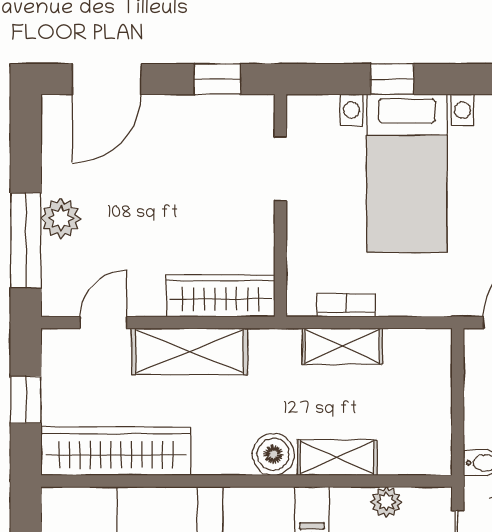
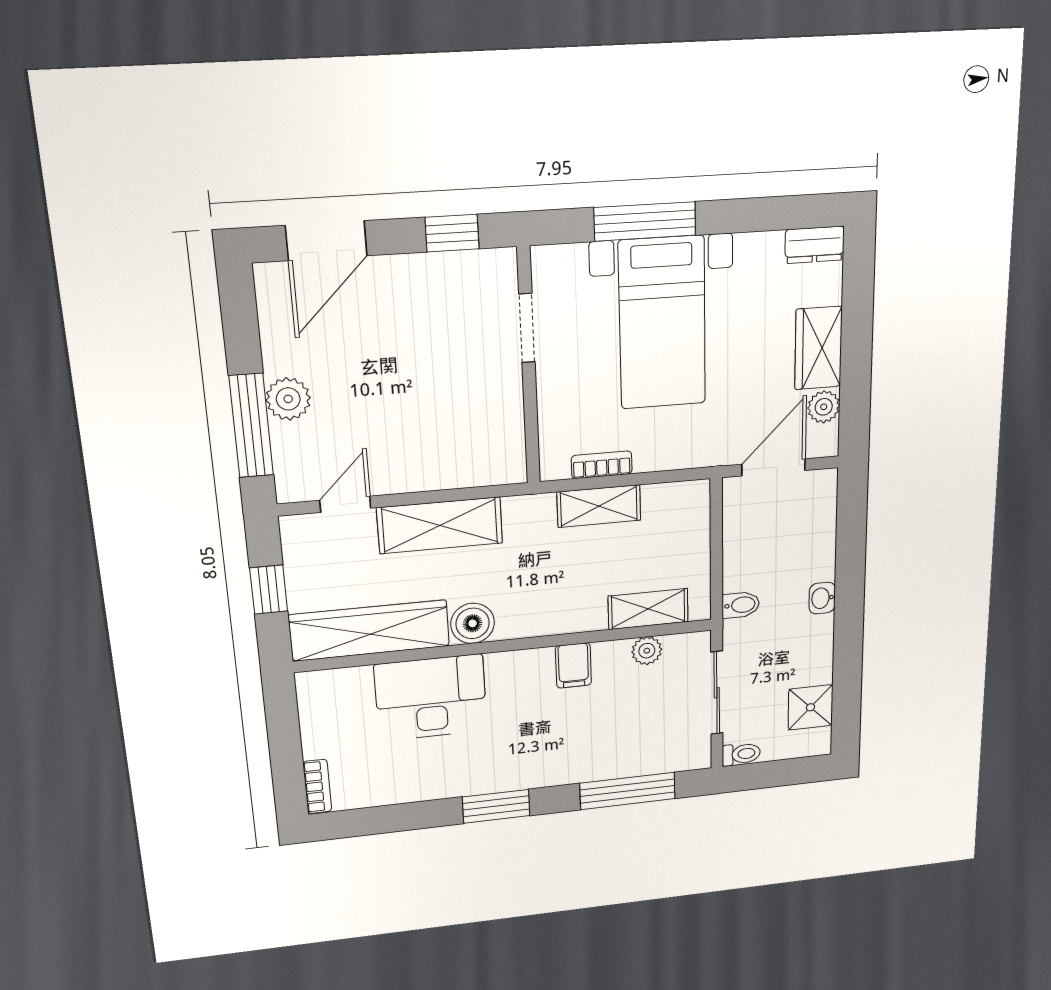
window: (392, 79) -> (645, 221), width x2.17
wardrobe: (221, 296) -> (469, 466), removed
boiler: (273, 454) -> (473, 623), moved
shelving: (337, 457) -> (648, 609), moved

